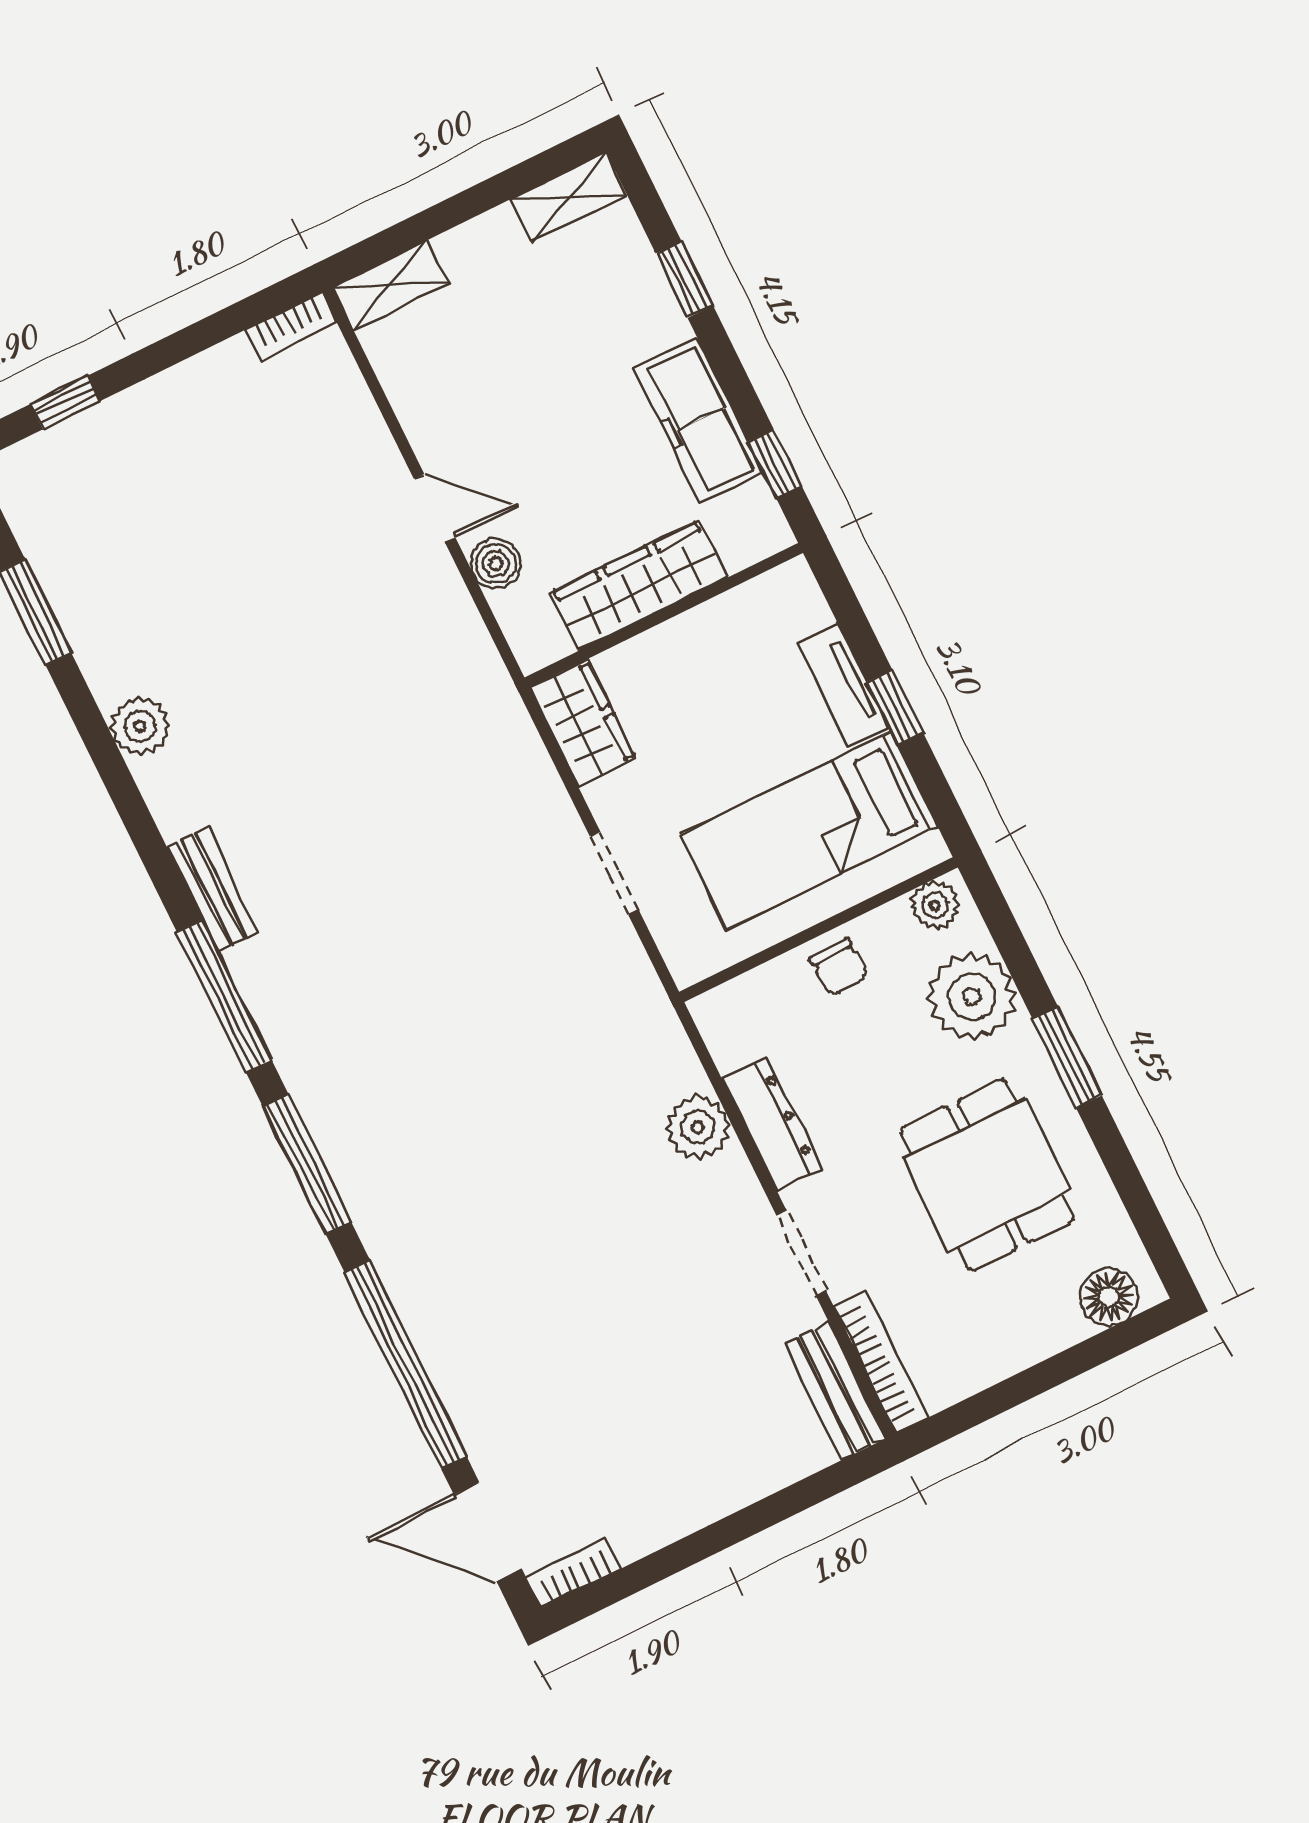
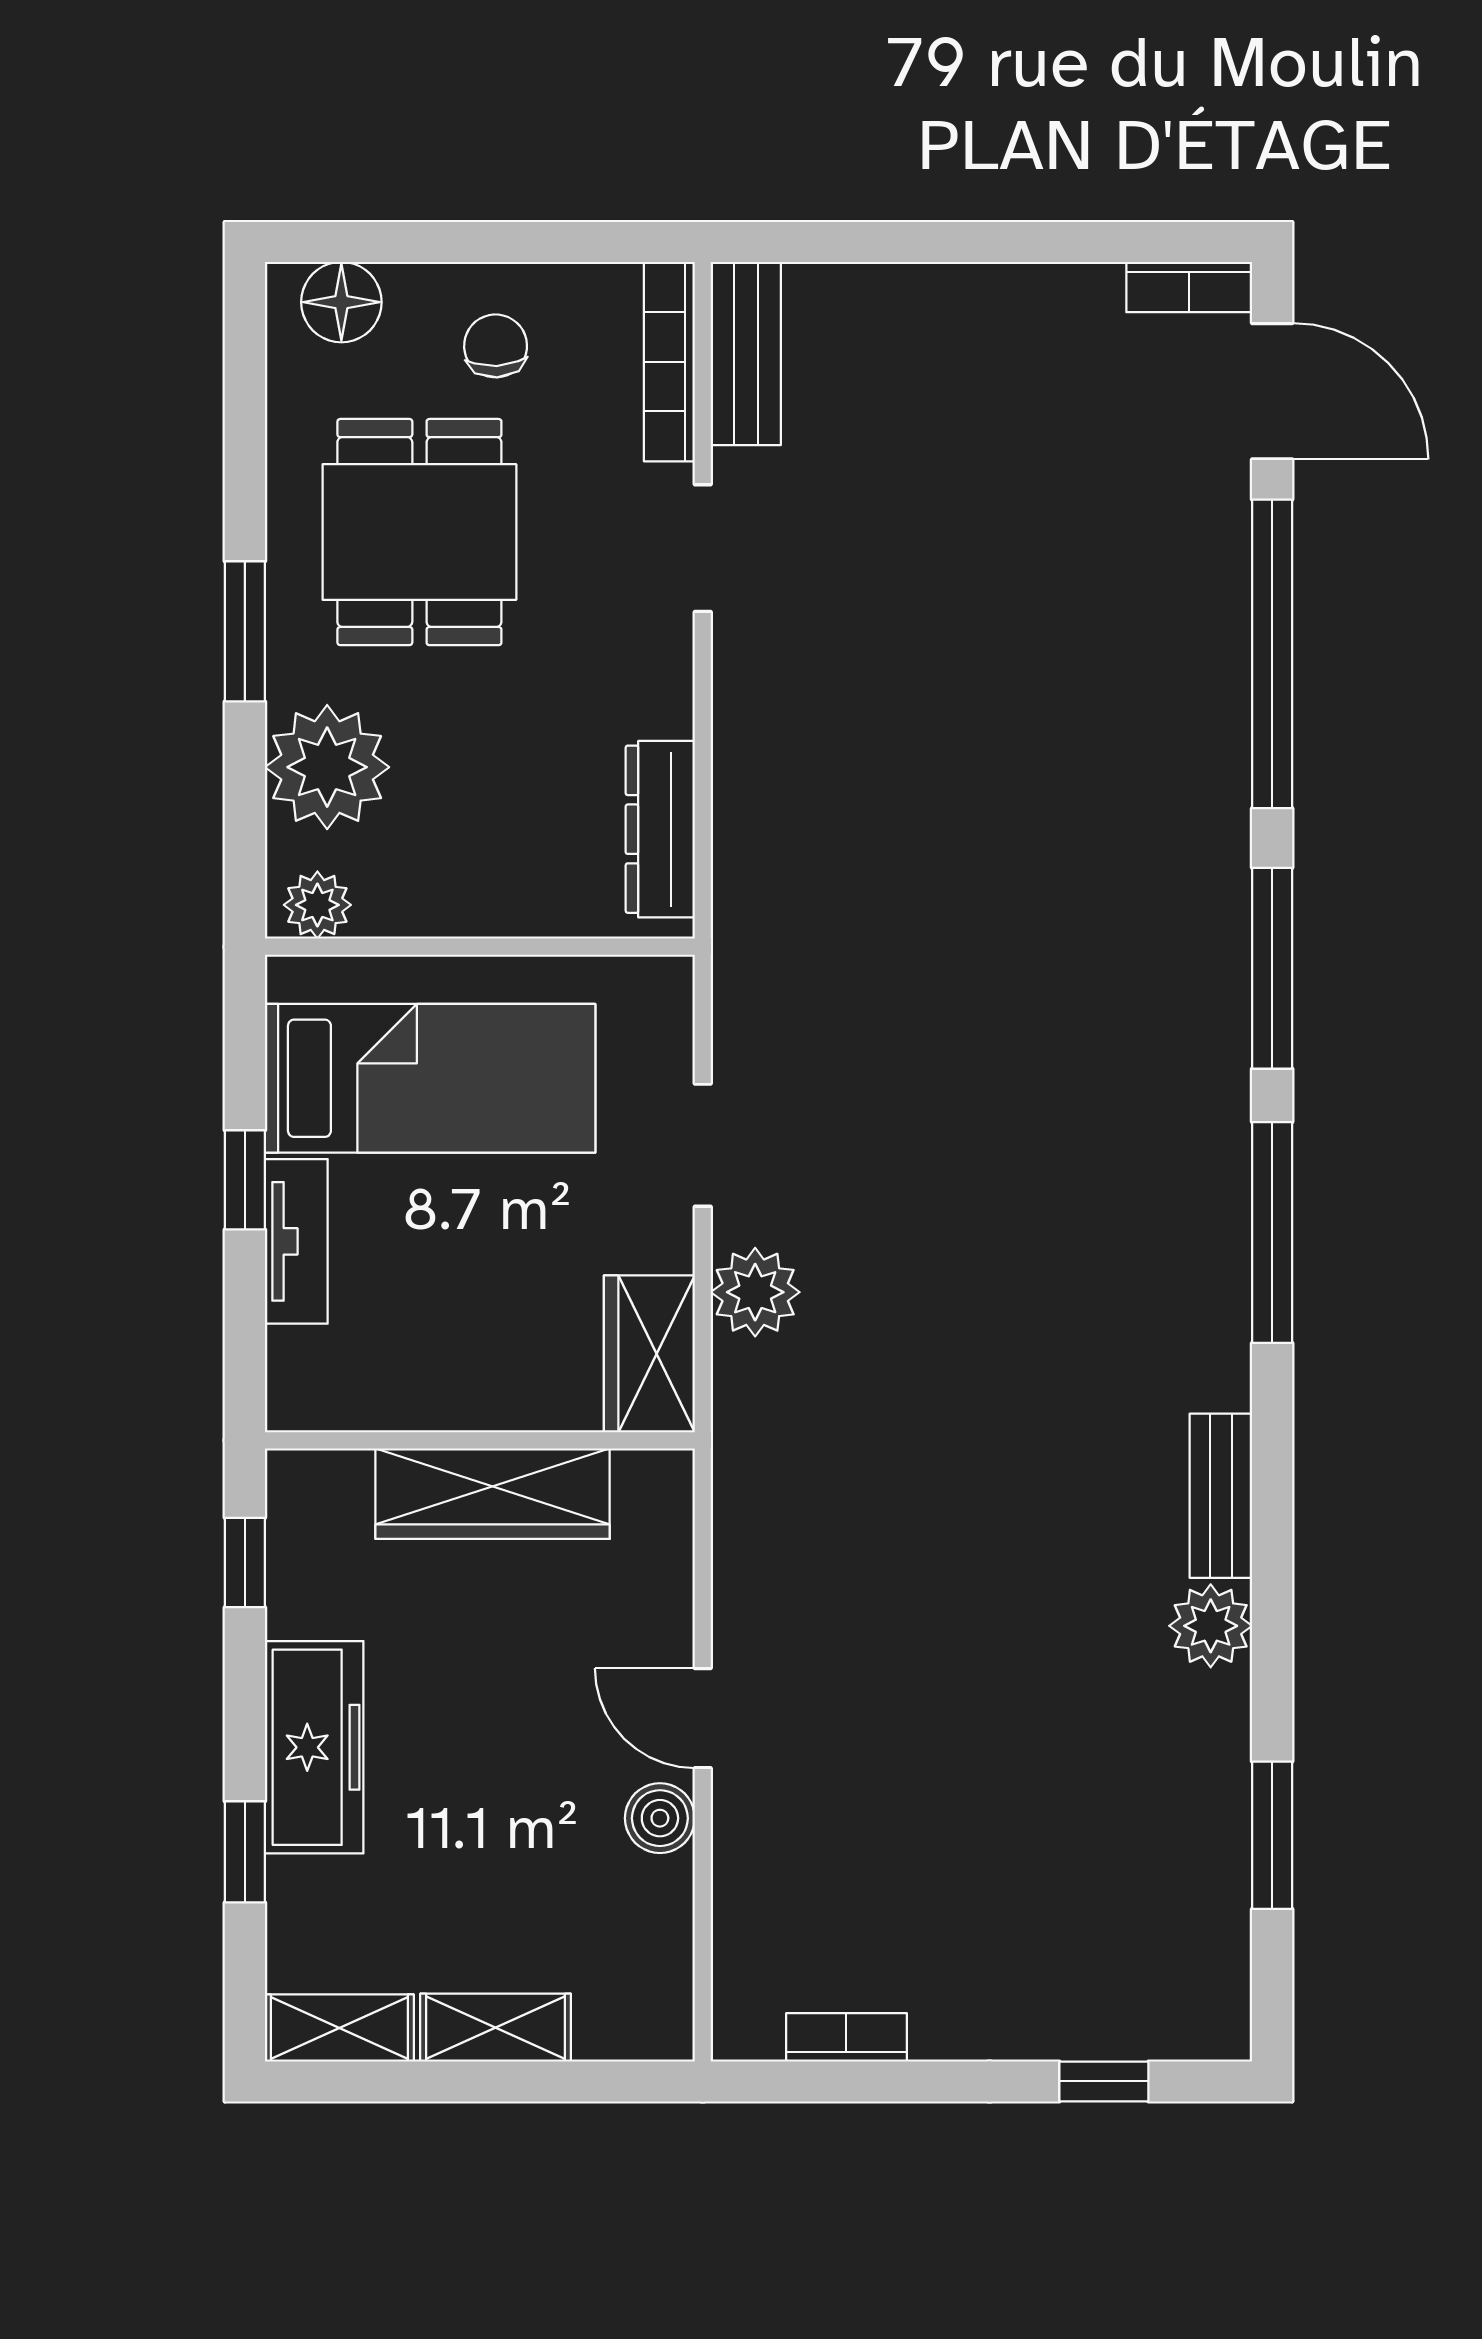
shelving: (391, 285) -> (496, 2028), moved
bookcase: (291, 326) -> (846, 2037), moved
freezer: (699, 421) -> (314, 1747), moved
boiler: (496, 563) -> (660, 1818), moved
bench: (212, 890) -> (1221, 1496), moved
chair: (839, 967) -> (496, 346), moved
dresser: (771, 1124) -> (660, 829), moved
plant: (698, 1127) -> (755, 1292), moved

